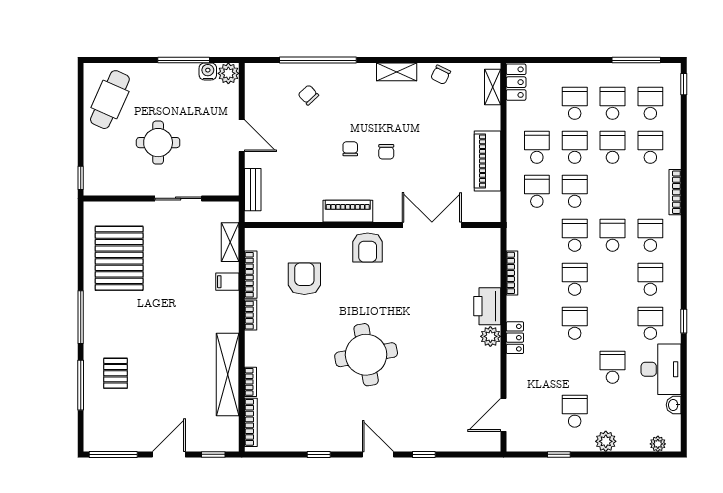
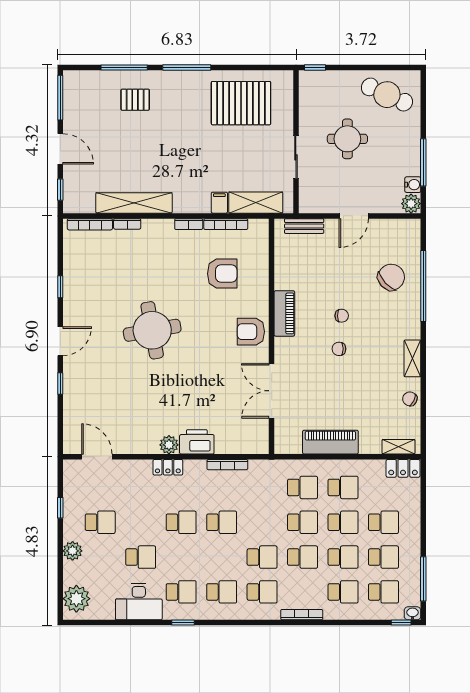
chair: (308, 95) -> (391, 277), width x1.87, depth x1.87
double door: (432, 225) -> (272, 391), swing flipped
school desk: (575, 235) -> (303, 557), moved
shelving: (230, 242) -> (256, 203), width x1.50, depth x1.33
washbasin: (674, 405) -> (413, 613), moved
plant: (658, 444) -> (76, 599), width x1.87, depth x1.87

